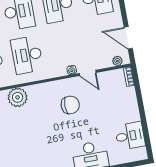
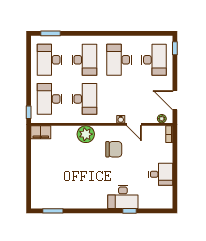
desk: (27, 55) -> (84, 99), turned 180
plant: (18, 97) -> (86, 134), moved
desk: (130, 136) -> (161, 174), moved

